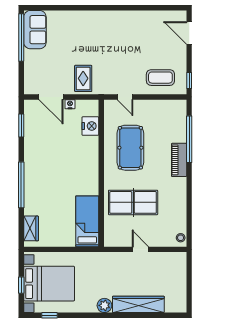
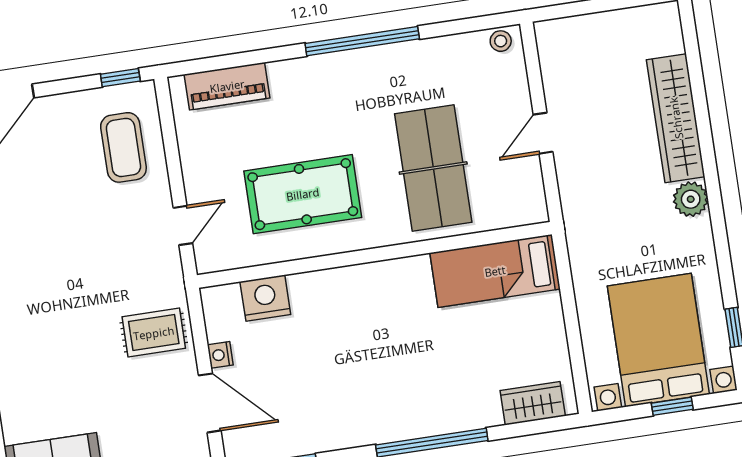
door: (51, 97) -> (210, 403), hinge flipped
window: (189, 139) -> (362, 41), moved
piano: (179, 160) -> (227, 86), moved

